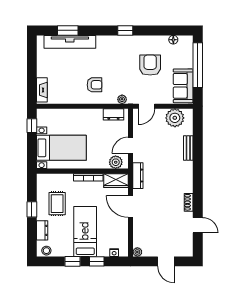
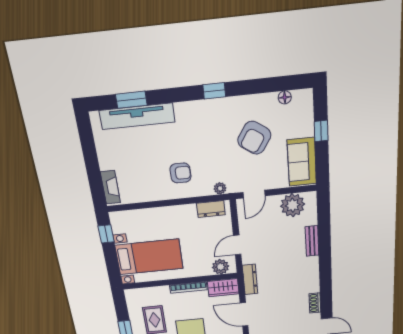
armchair: (150, 65) -> (254, 138), turned -146
window: (198, 65) -> (321, 131), width x0.32

